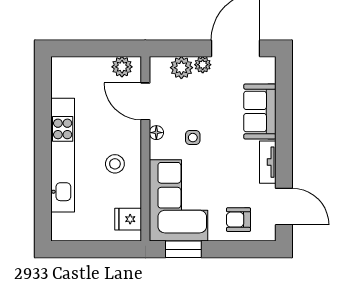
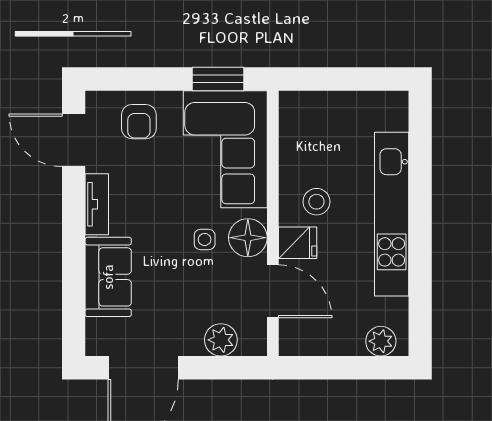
plant: (203, 65) -> (190, 344), removed
plant: (122, 67) -> (381, 341), moved
floor lamp: (156, 133) -> (248, 238), width x1.89, depth x1.89
fridge: (128, 219) -> (298, 243), moved
armchair: (238, 220) -> (139, 122), turned 90

